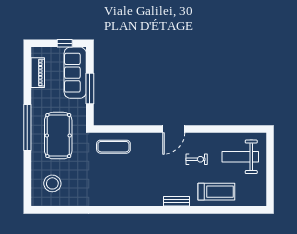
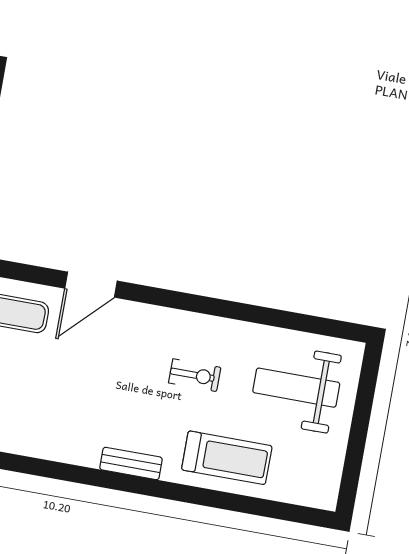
door: (174, 129) -> (91, 285), moved

